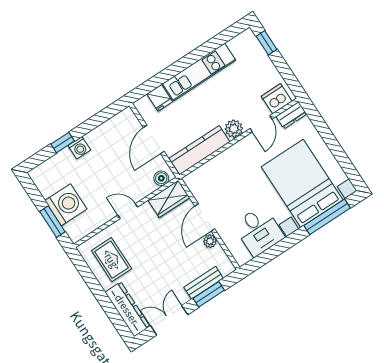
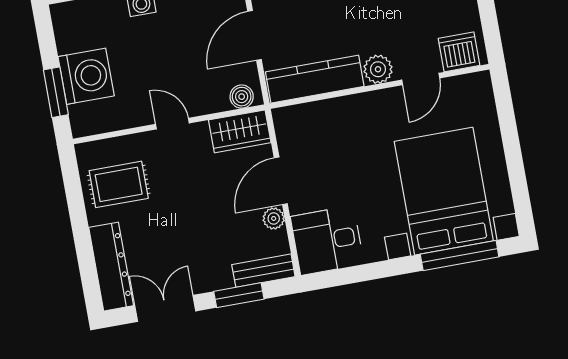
dresser: (291, 115) -> (470, 85), removed
desk: (259, 231) -> (327, 240), moved, turned 90
rug: (112, 260) -> (119, 184), turned 90
bench: (204, 283) -> (263, 271), moved

